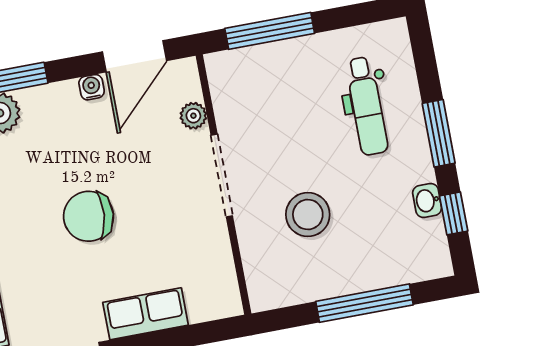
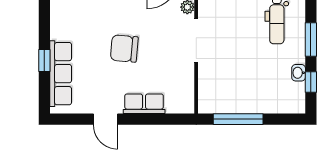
stool: (308, 214) -> (236, 69), removed
window: (364, 303) -> (238, 119), moved

